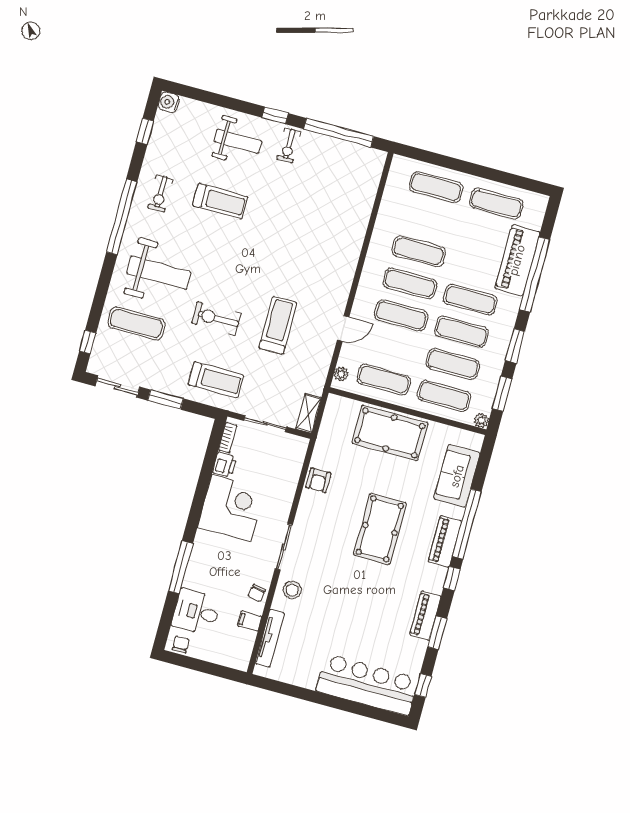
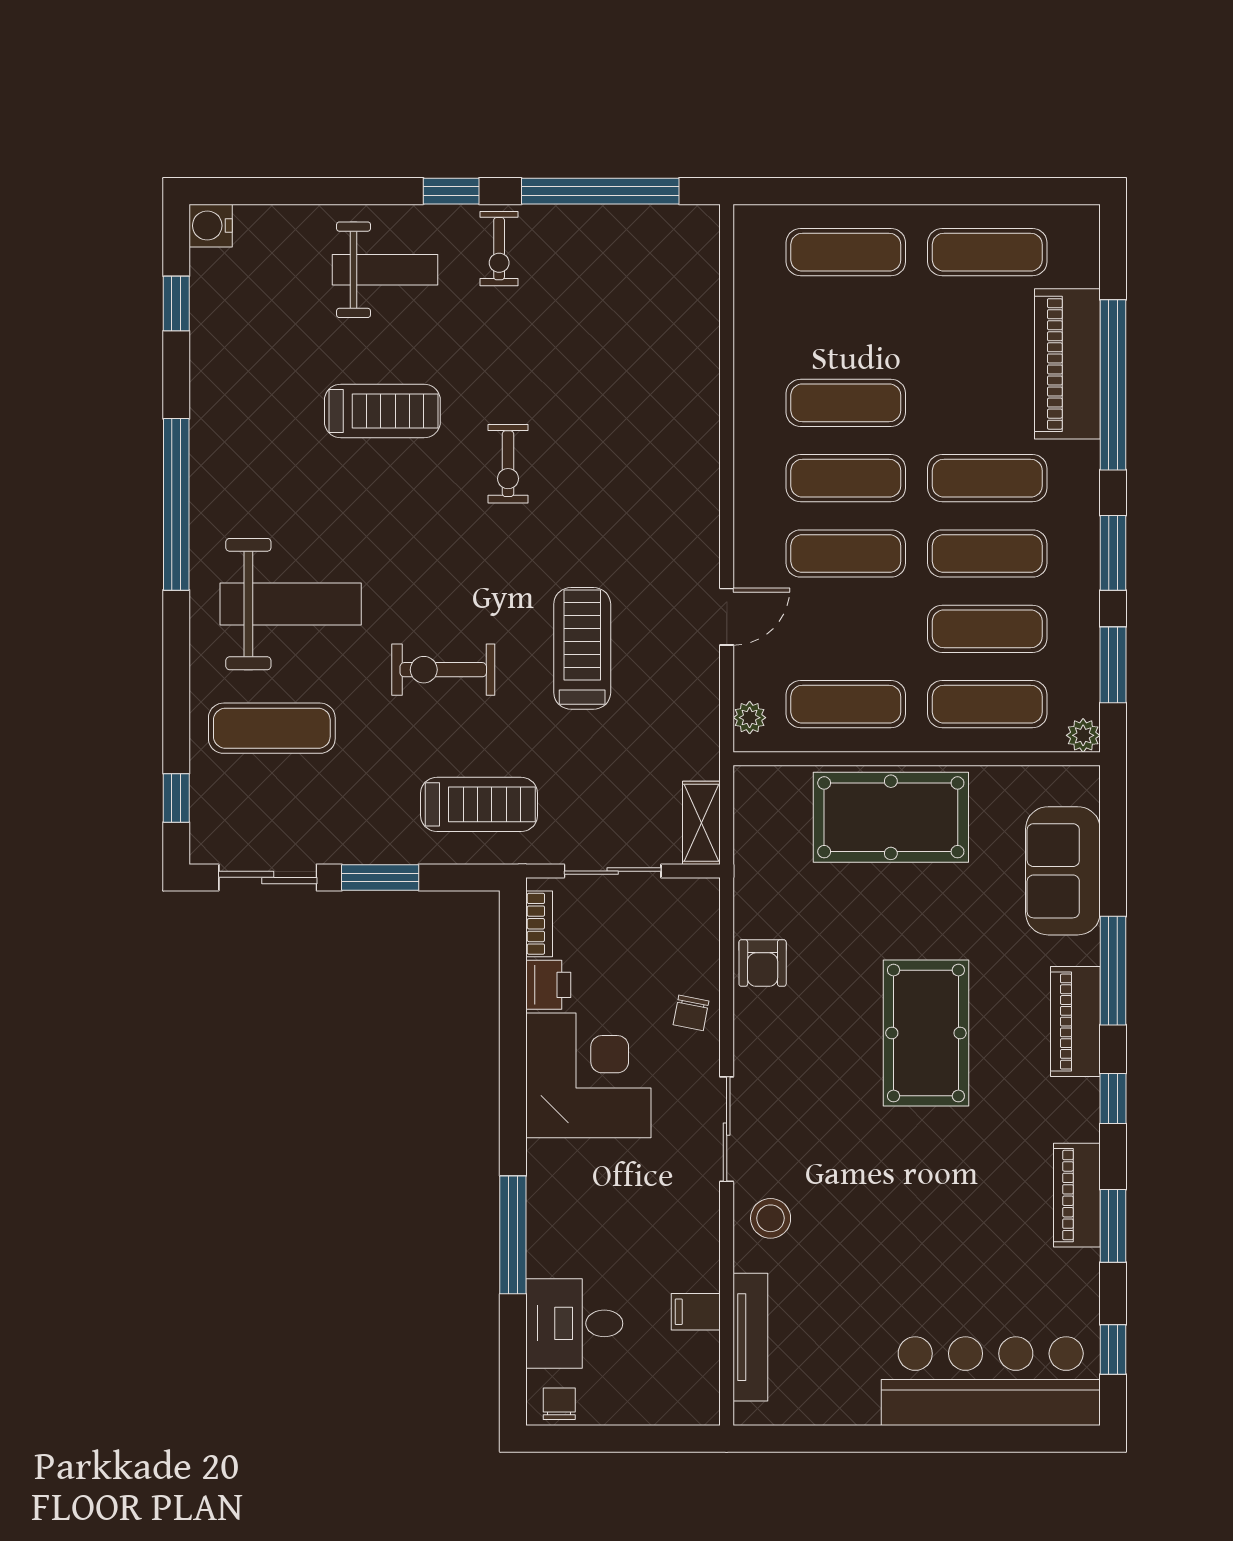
exercise bike: (160, 193) -> (508, 464), moved
window: (467, 524) -> (1113, 971), width x0.68
chair: (257, 593) -> (691, 1013), moved

